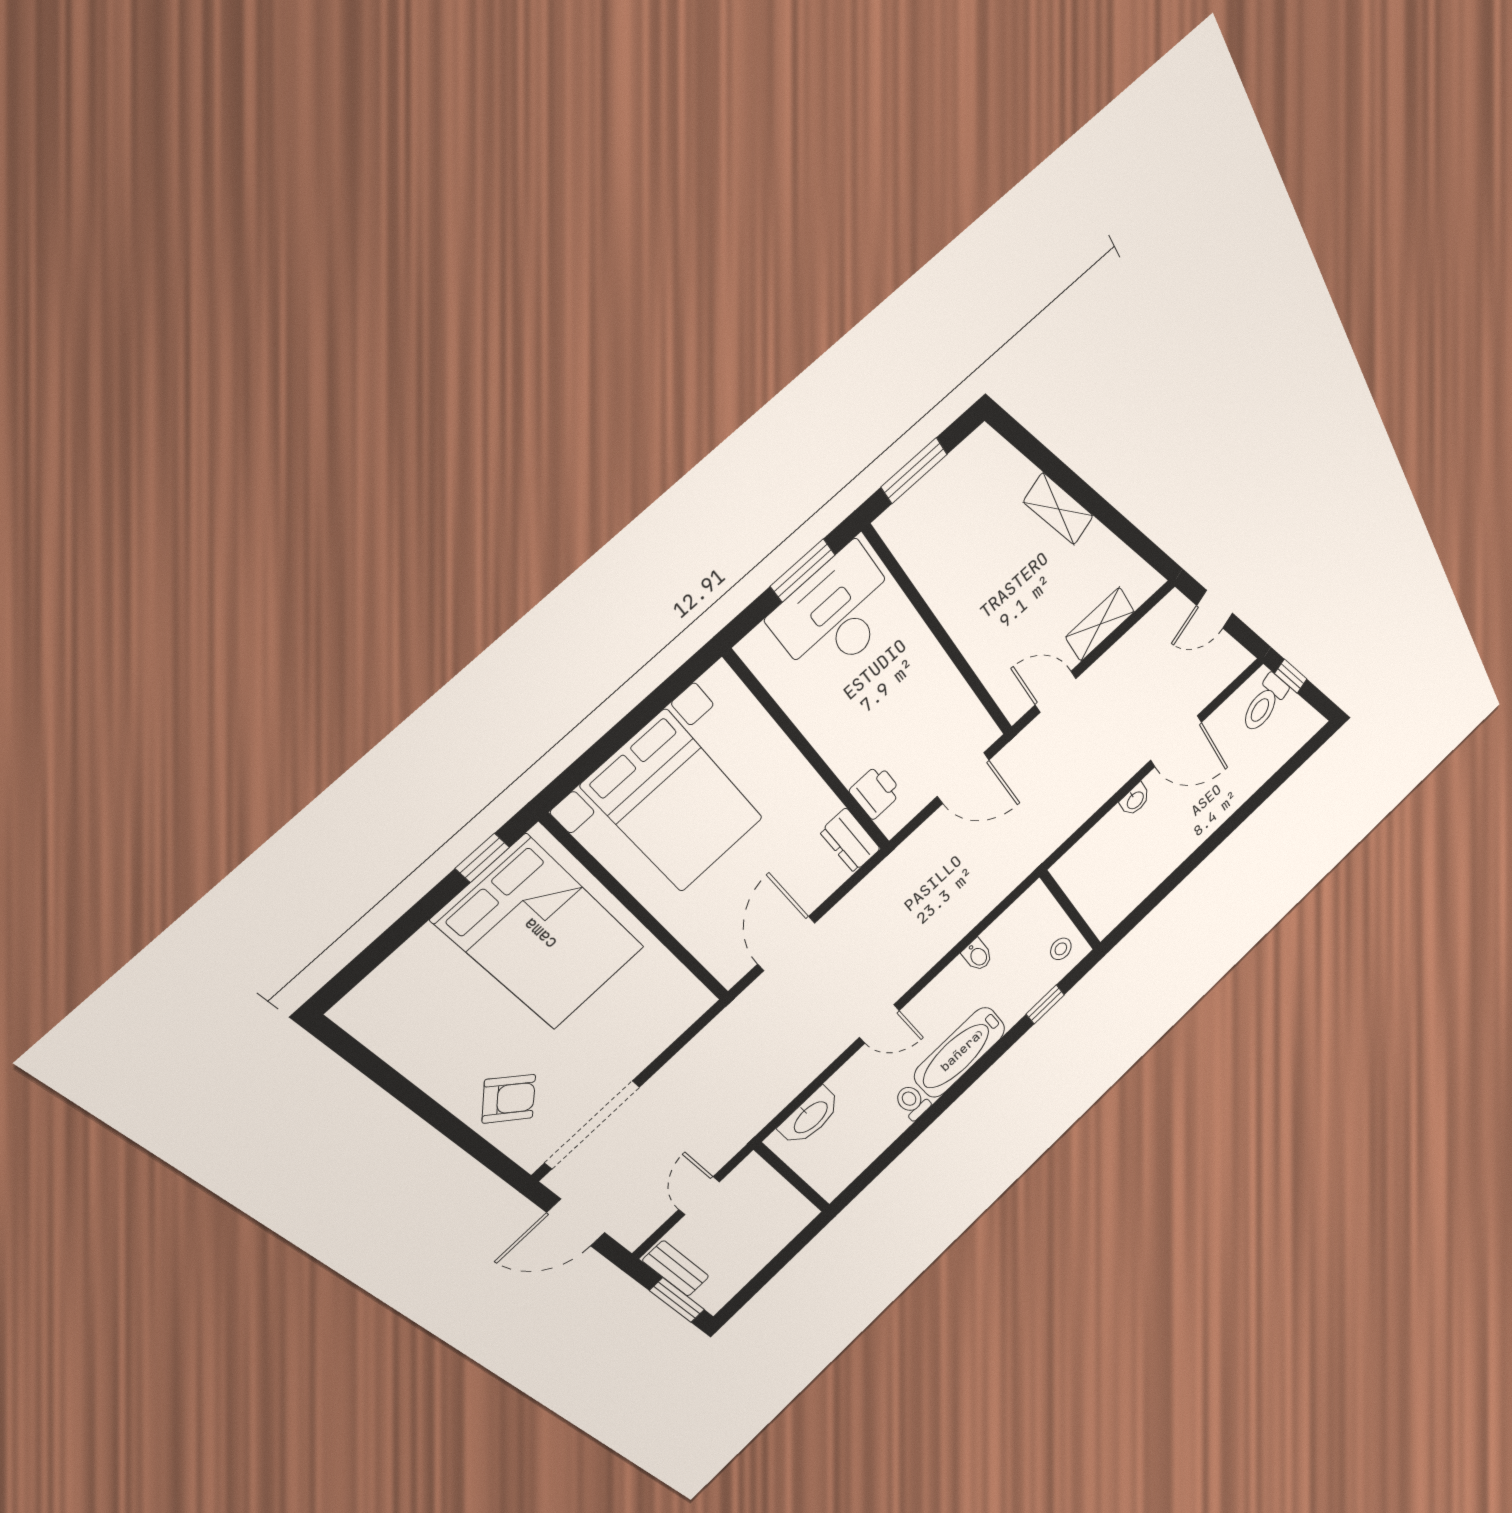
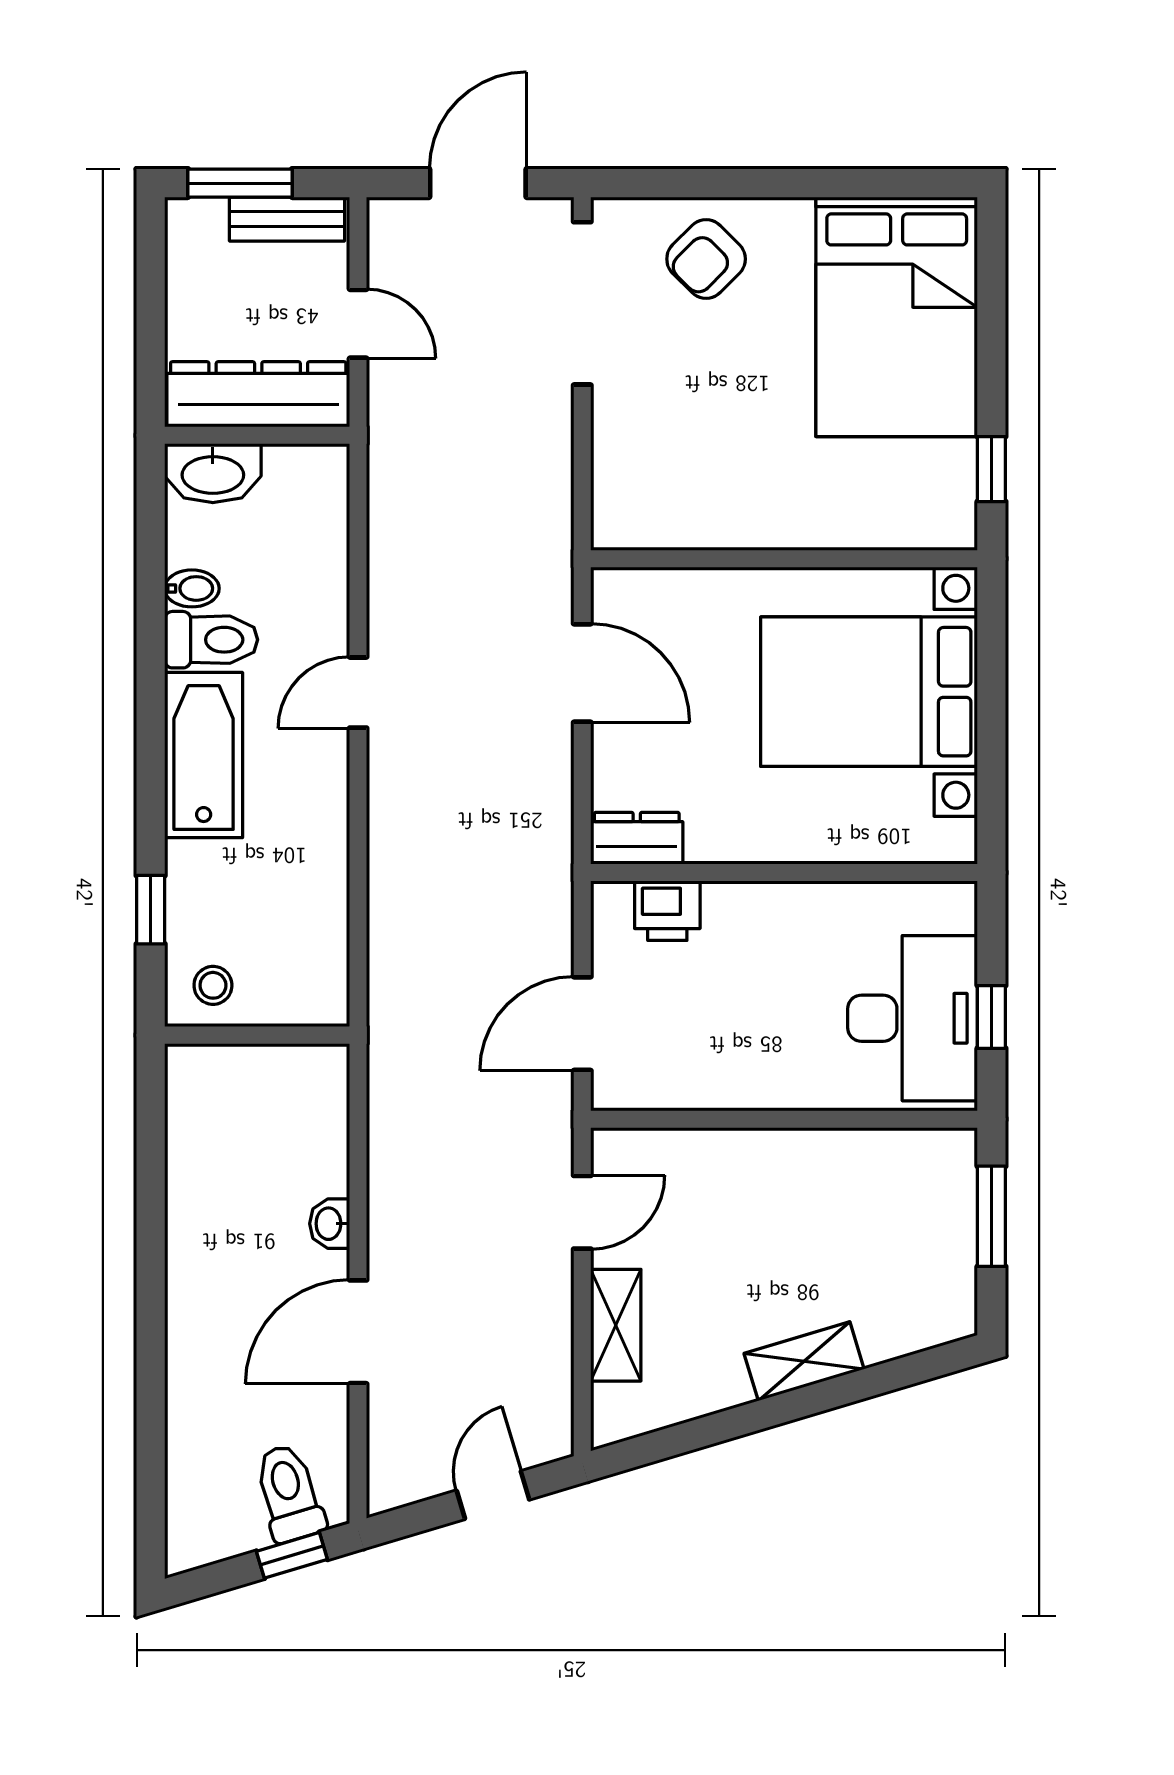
window: (803, 571) -> (991, 1017), width x0.67
bed: (540, 934) -> (897, 317), moved, turned -90
bidet: (978, 955) -> (192, 588), moved, turned 180
toilet: (912, 1102) -> (211, 640), width x1.37, depth x1.39
washbasin: (810, 1117) -> (213, 473), moved, turned -90
dresser: (772, 1196) -> (258, 394), added

